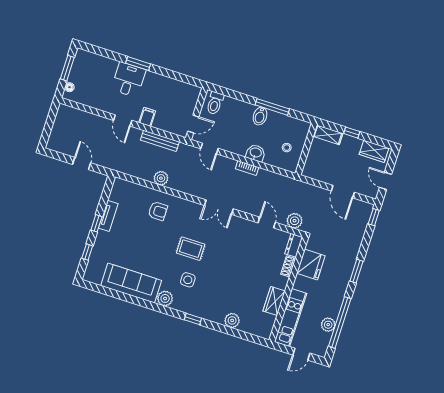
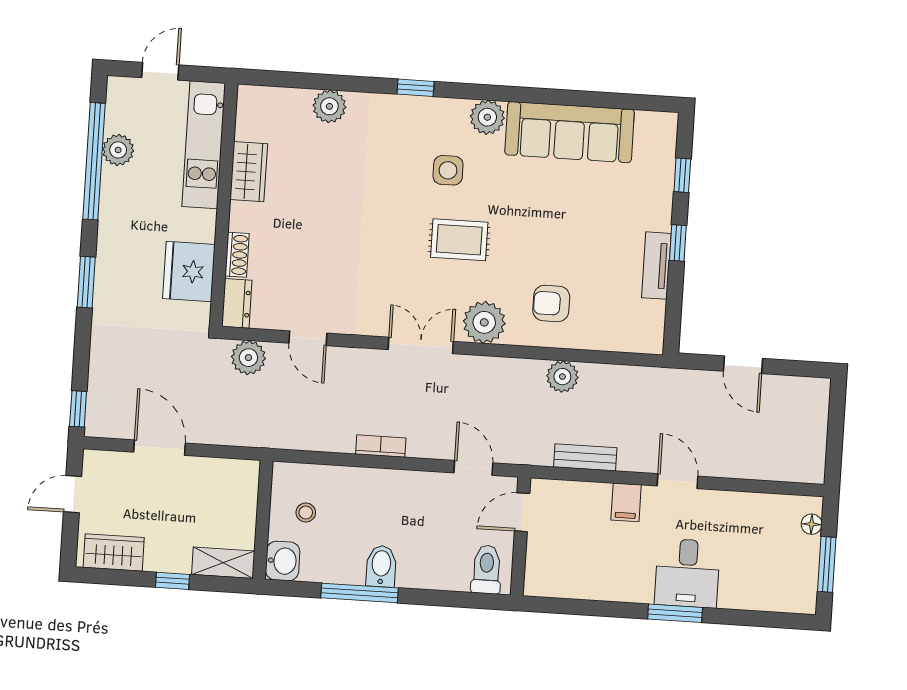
bench: (160, 141) -> (585, 457), width x0.73
washbasin: (256, 153) -> (283, 561), moved, turned -90
door: (385, 181) -> (73, 494), swing flipped
plant: (189, 210) -> (484, 322), added

